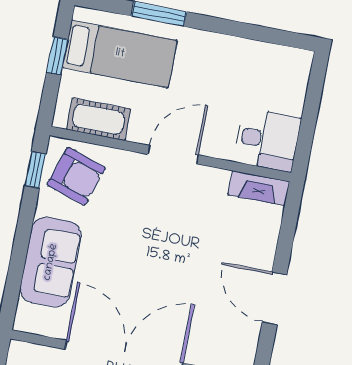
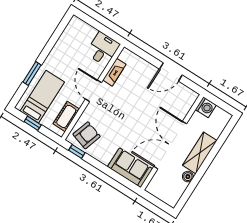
fireplace: (259, 188) -> (114, 72), moved
sofa: (51, 262) -> (130, 168), moved

